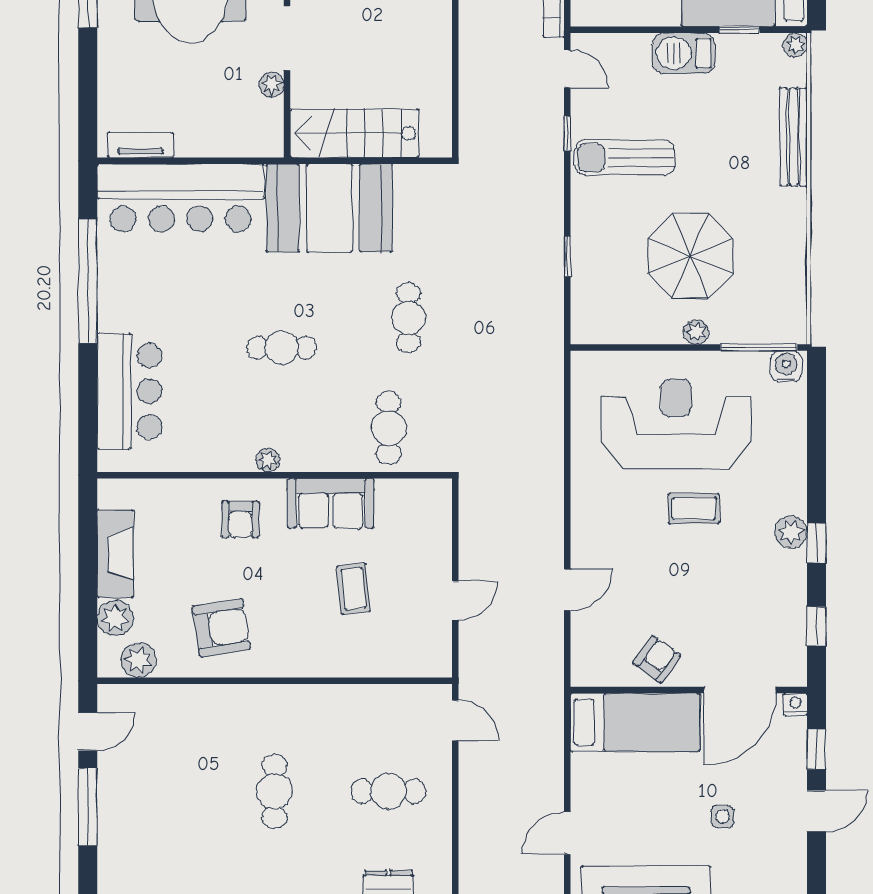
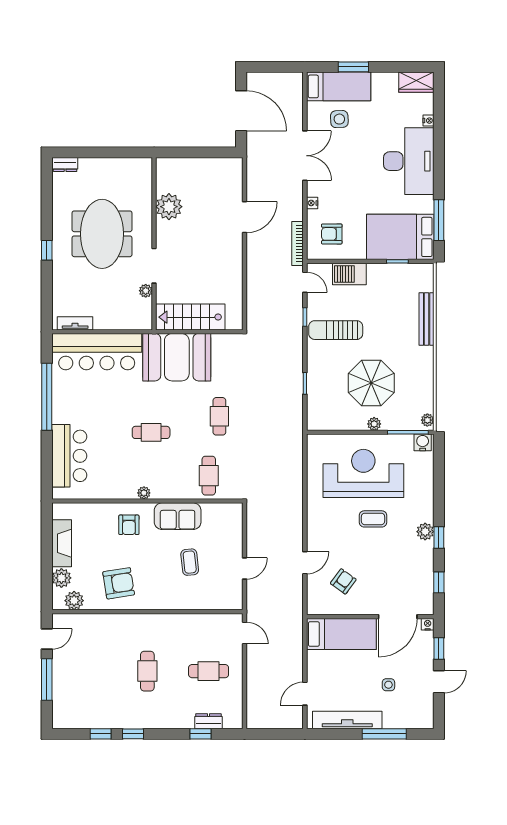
plant: (795, 45) -> (427, 420), moved
barbecue: (684, 53) -> (349, 274), moved
armchair: (657, 659) -> (343, 581), moved

